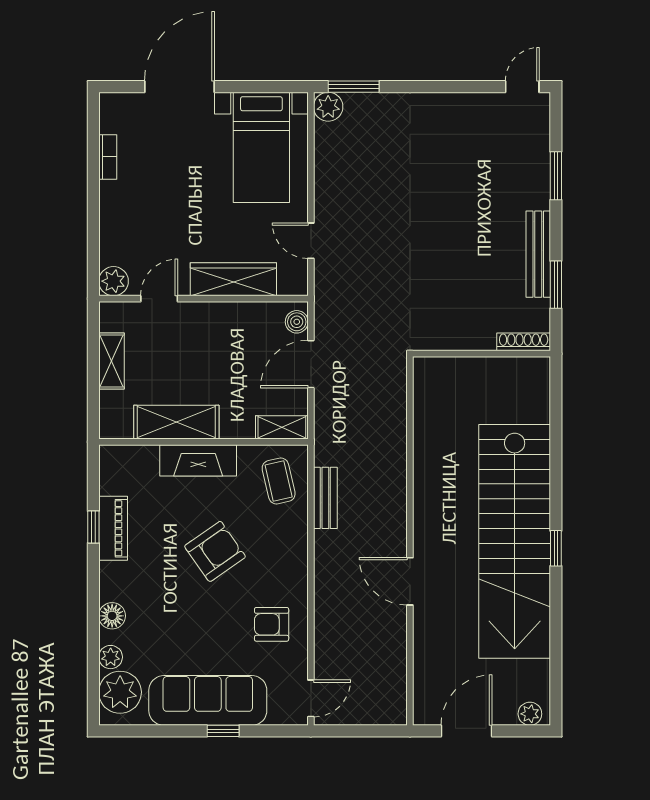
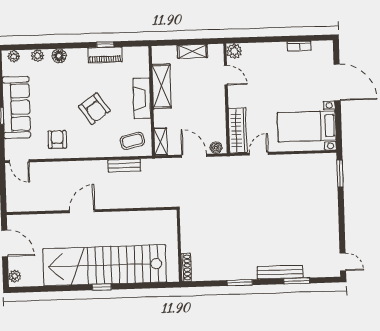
plant: (328, 107) -> (329, 161), removed
bench: (538, 254) -> (280, 272), moved
wardrobe: (233, 279) -> (238, 130), moved
shoe rack: (524, 342) -> (186, 267), moved
wall: (482, 354) -> (179, 246), moved
plant: (120, 692) -> (14, 56), width x0.53, depth x0.53

